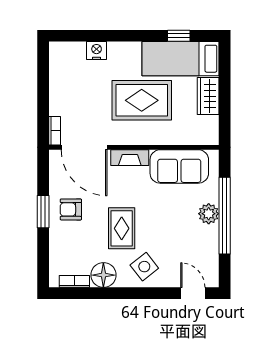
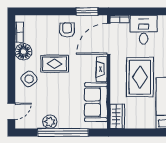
desk: (71, 95) -> (144, 30), added
wardrobe: (208, 96) -> (117, 116), moved, turned 90
window: (43, 212) -> (87, 11), moved
plant: (209, 214) -> (50, 122), moved

